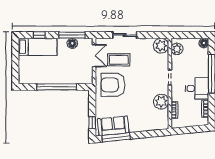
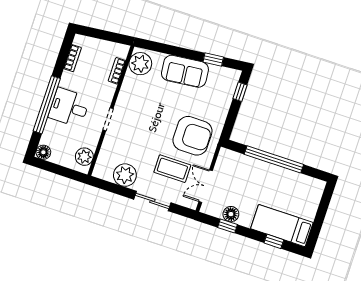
window: (72, 35) -> (227, 226), width x0.46
plant: (161, 46) -> (125, 175), moved
desk: (197, 88) -> (69, 107), moved
plant: (161, 102) -> (140, 64), moved
sofa: (113, 126) -> (185, 71), moved
window: (116, 137) -> (213, 59), width x0.46

